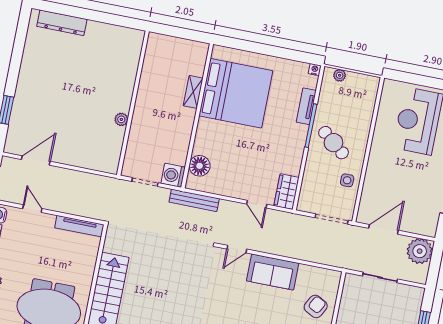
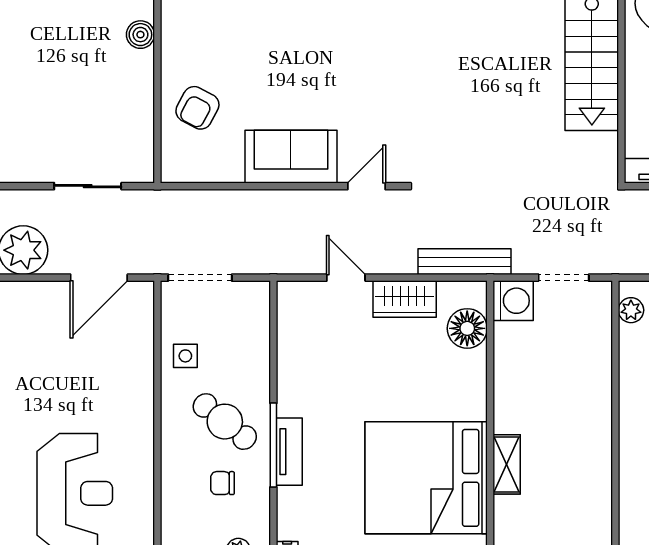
tv unit: (306, 106) -> (289, 452), moved
chair: (341, 111) -> (223, 483), added
plant: (121, 119) -> (631, 310), moved
wardrobe: (286, 192) -> (405, 299), moved, turned 90

